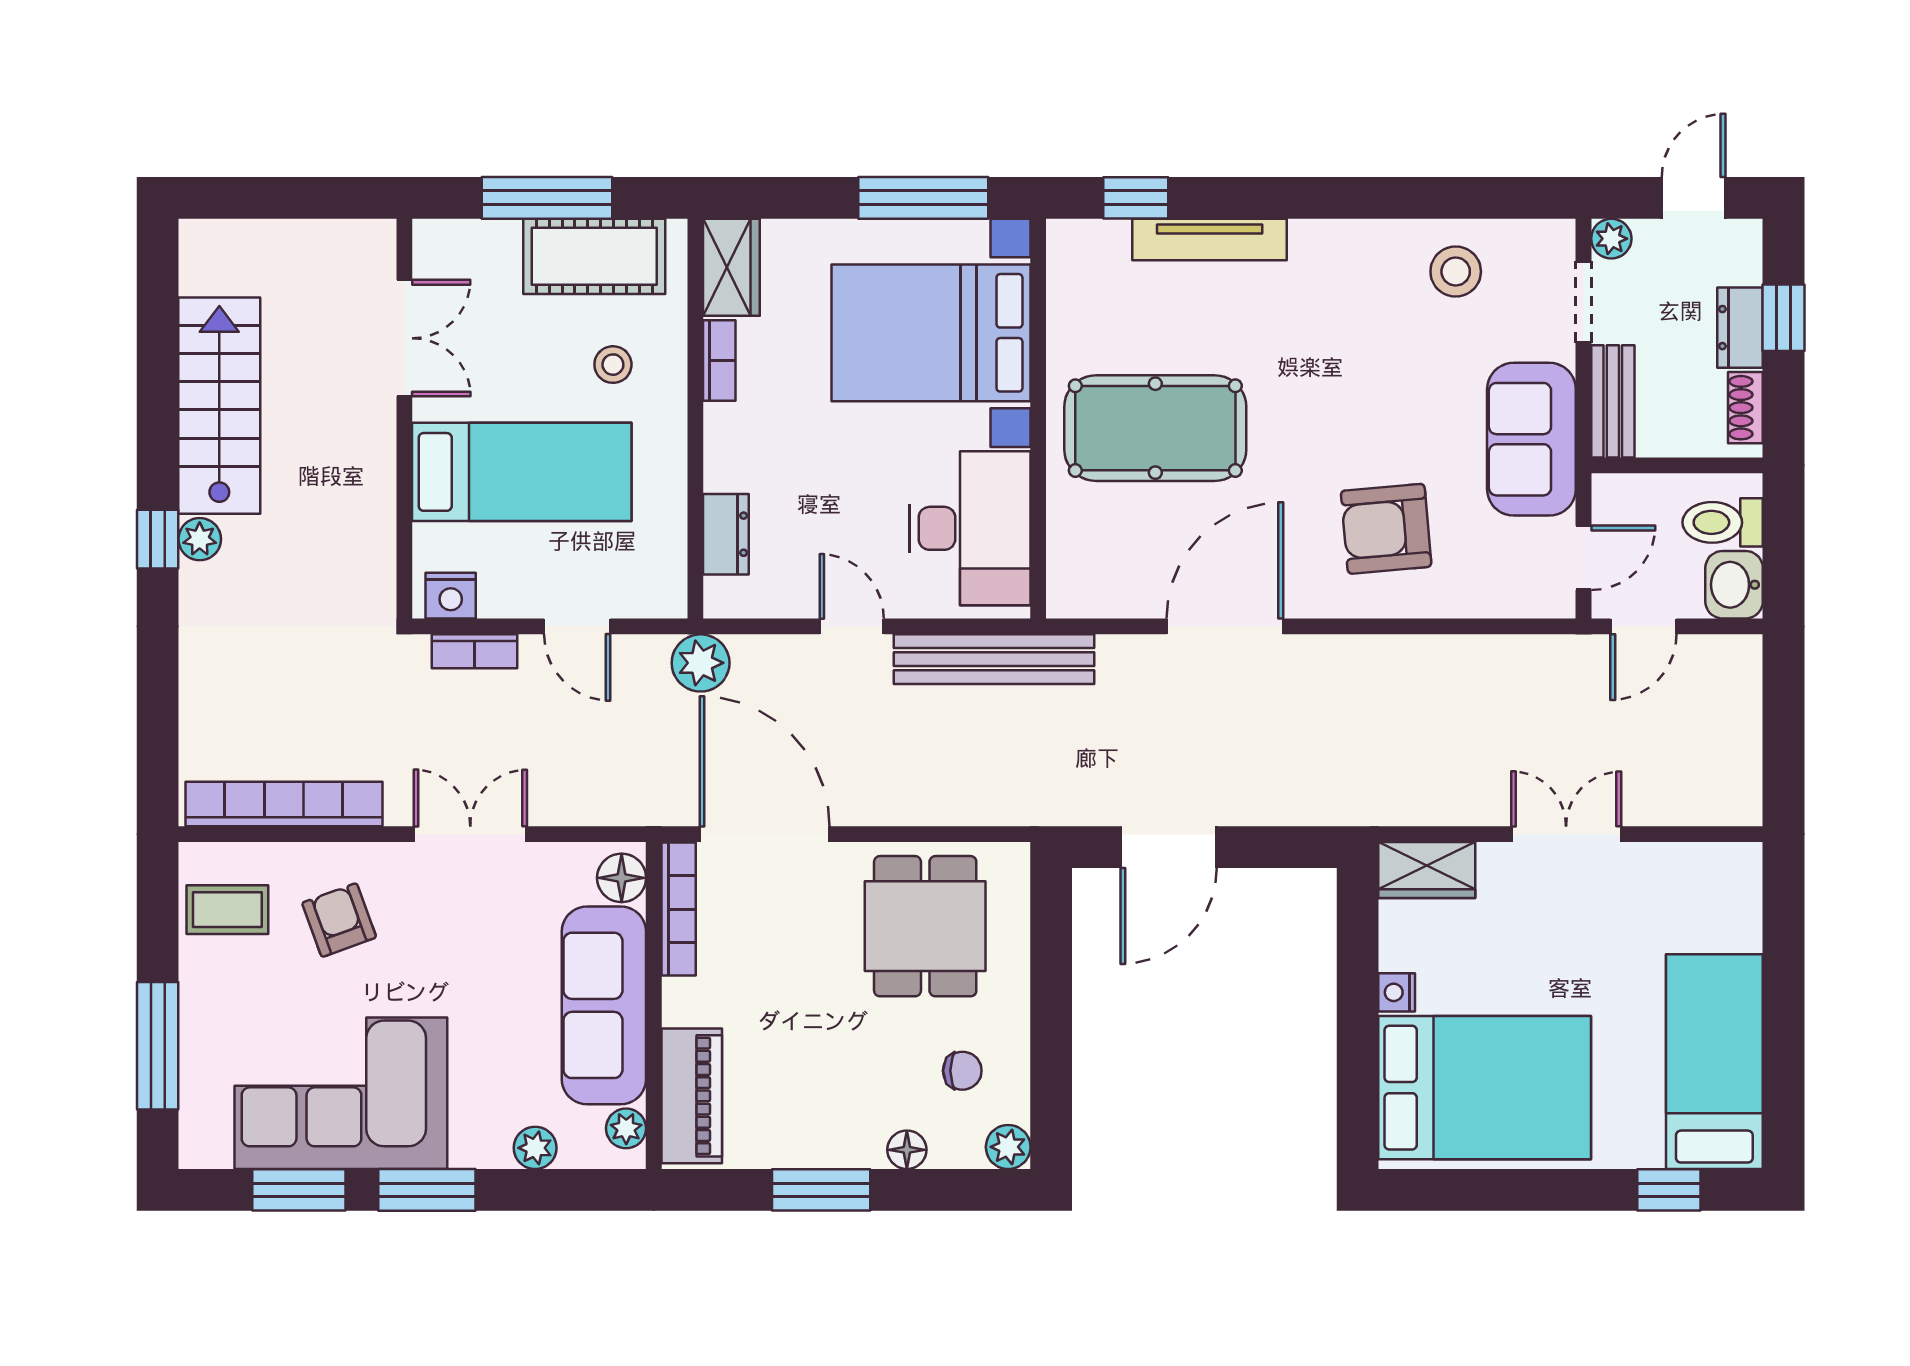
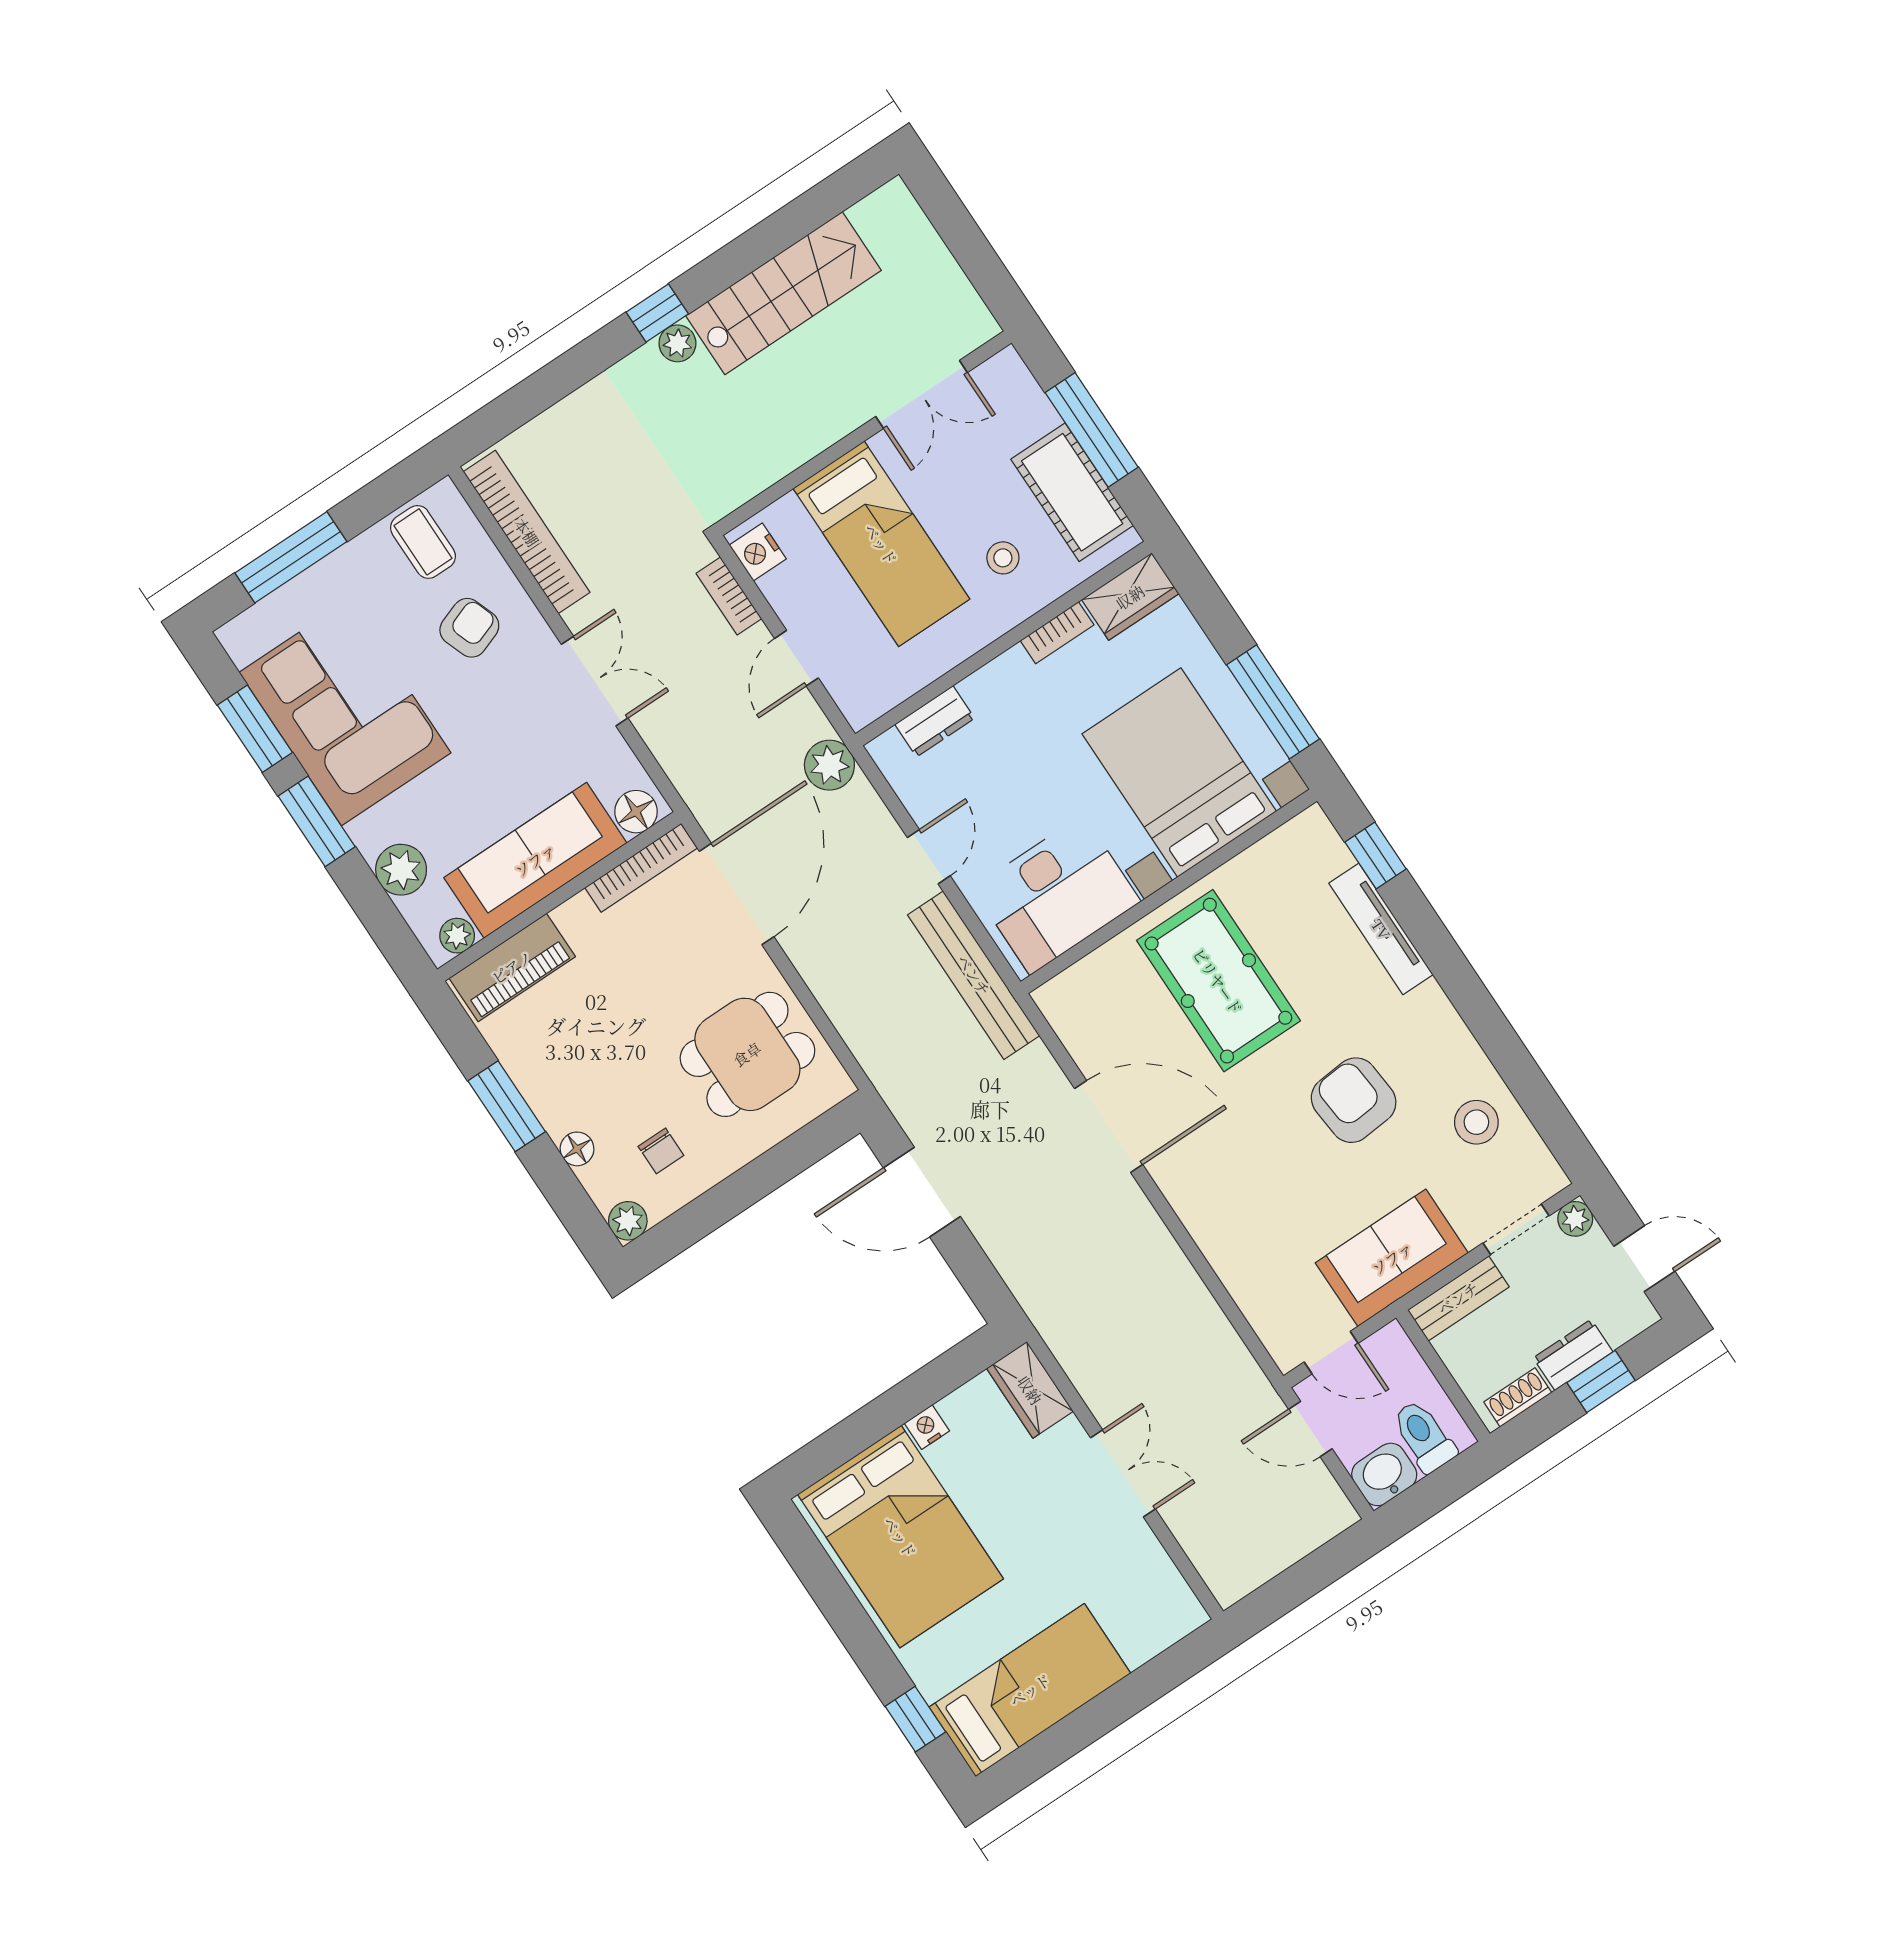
armchair: (1386, 529) -> (1354, 1100), moved
plant: (535, 1148) -> (401, 870), width x1.38, depth x1.38

